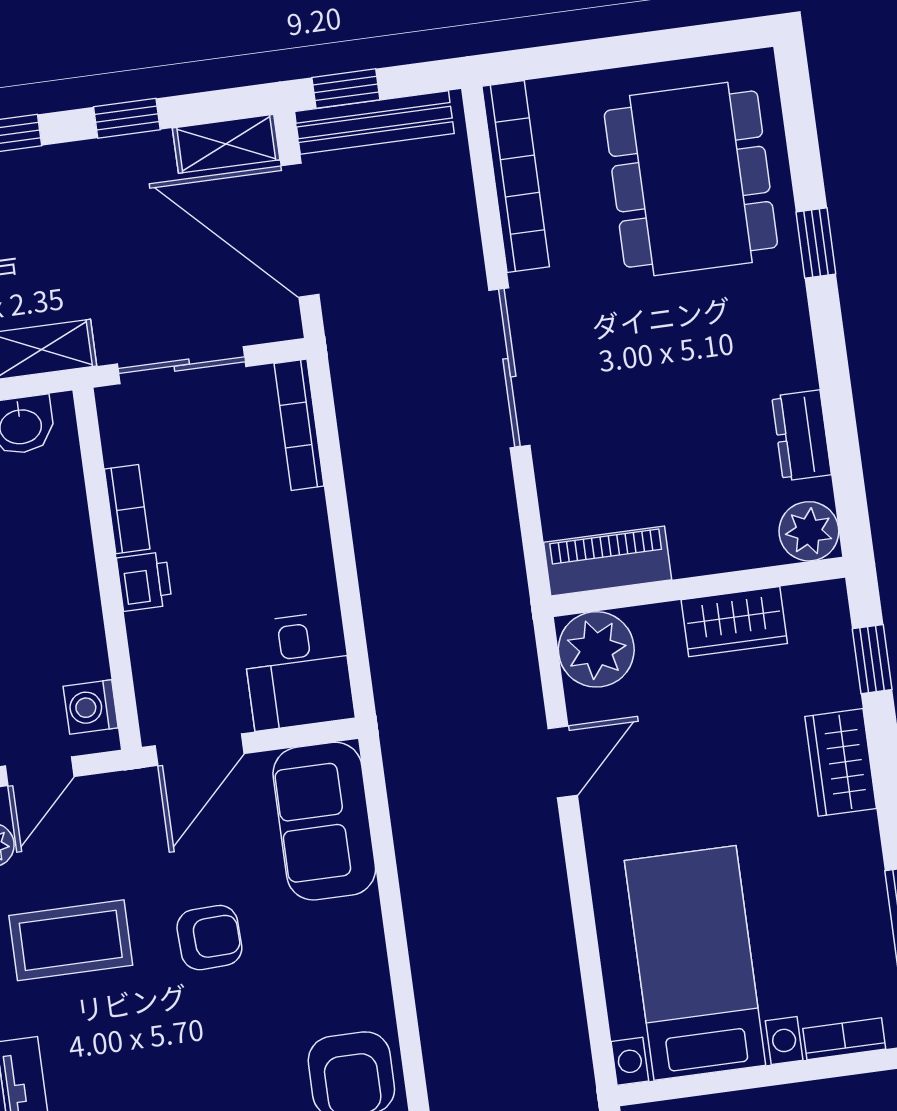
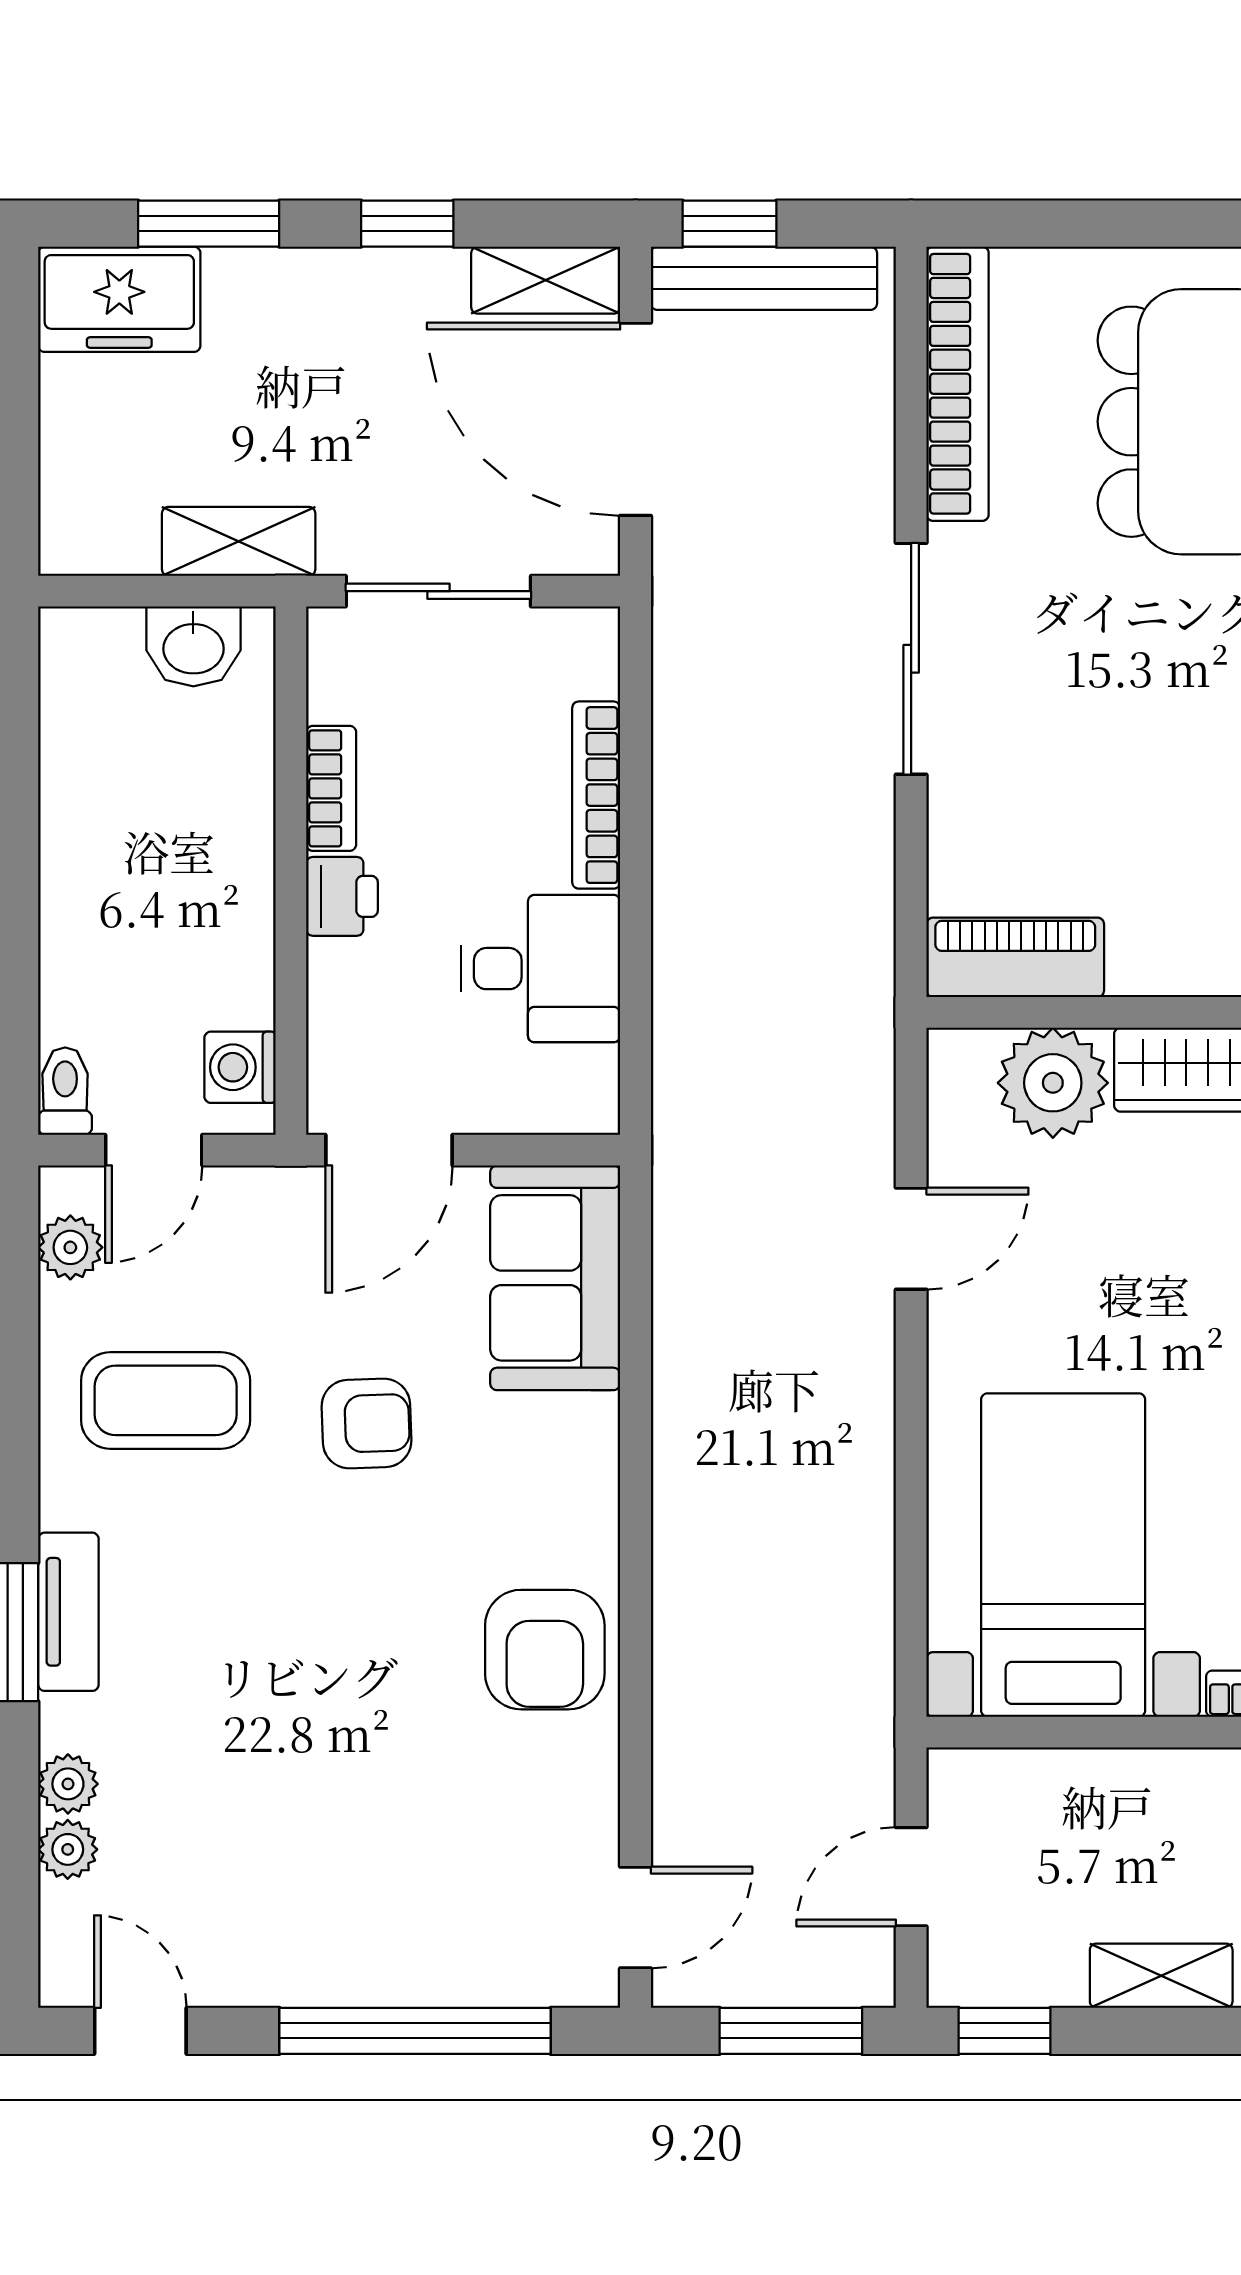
bookcase: (299, 425) -> (596, 795), moved
plant: (596, 649) -> (1053, 1083), moved
desk: (298, 671) -> (541, 969), moved, turned -90

